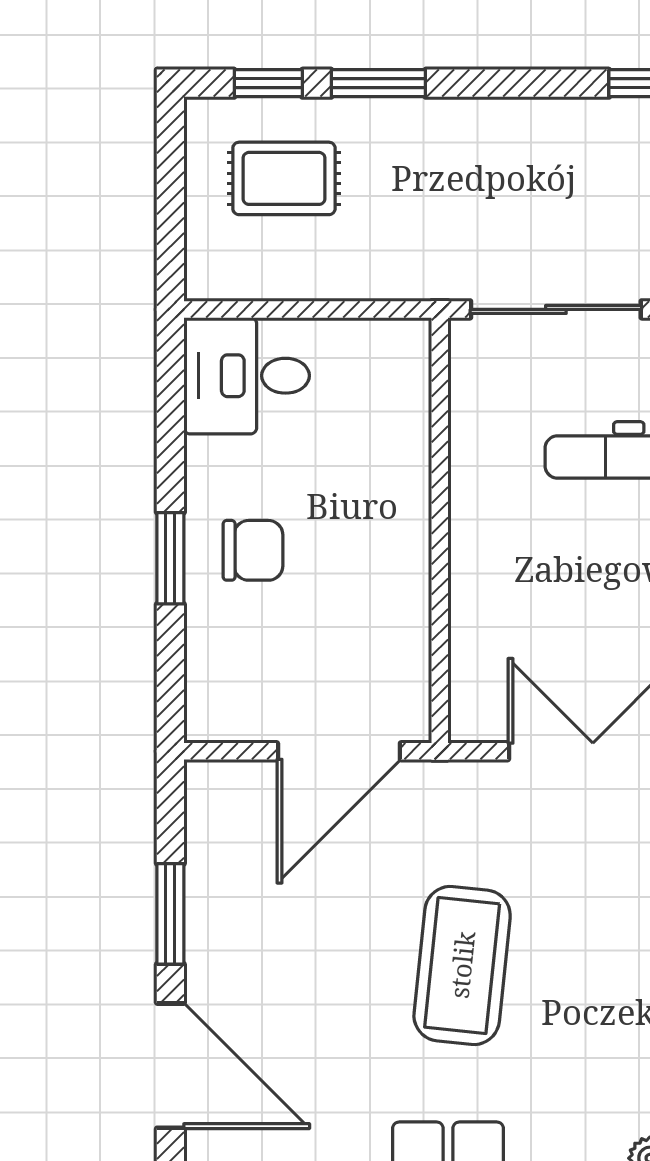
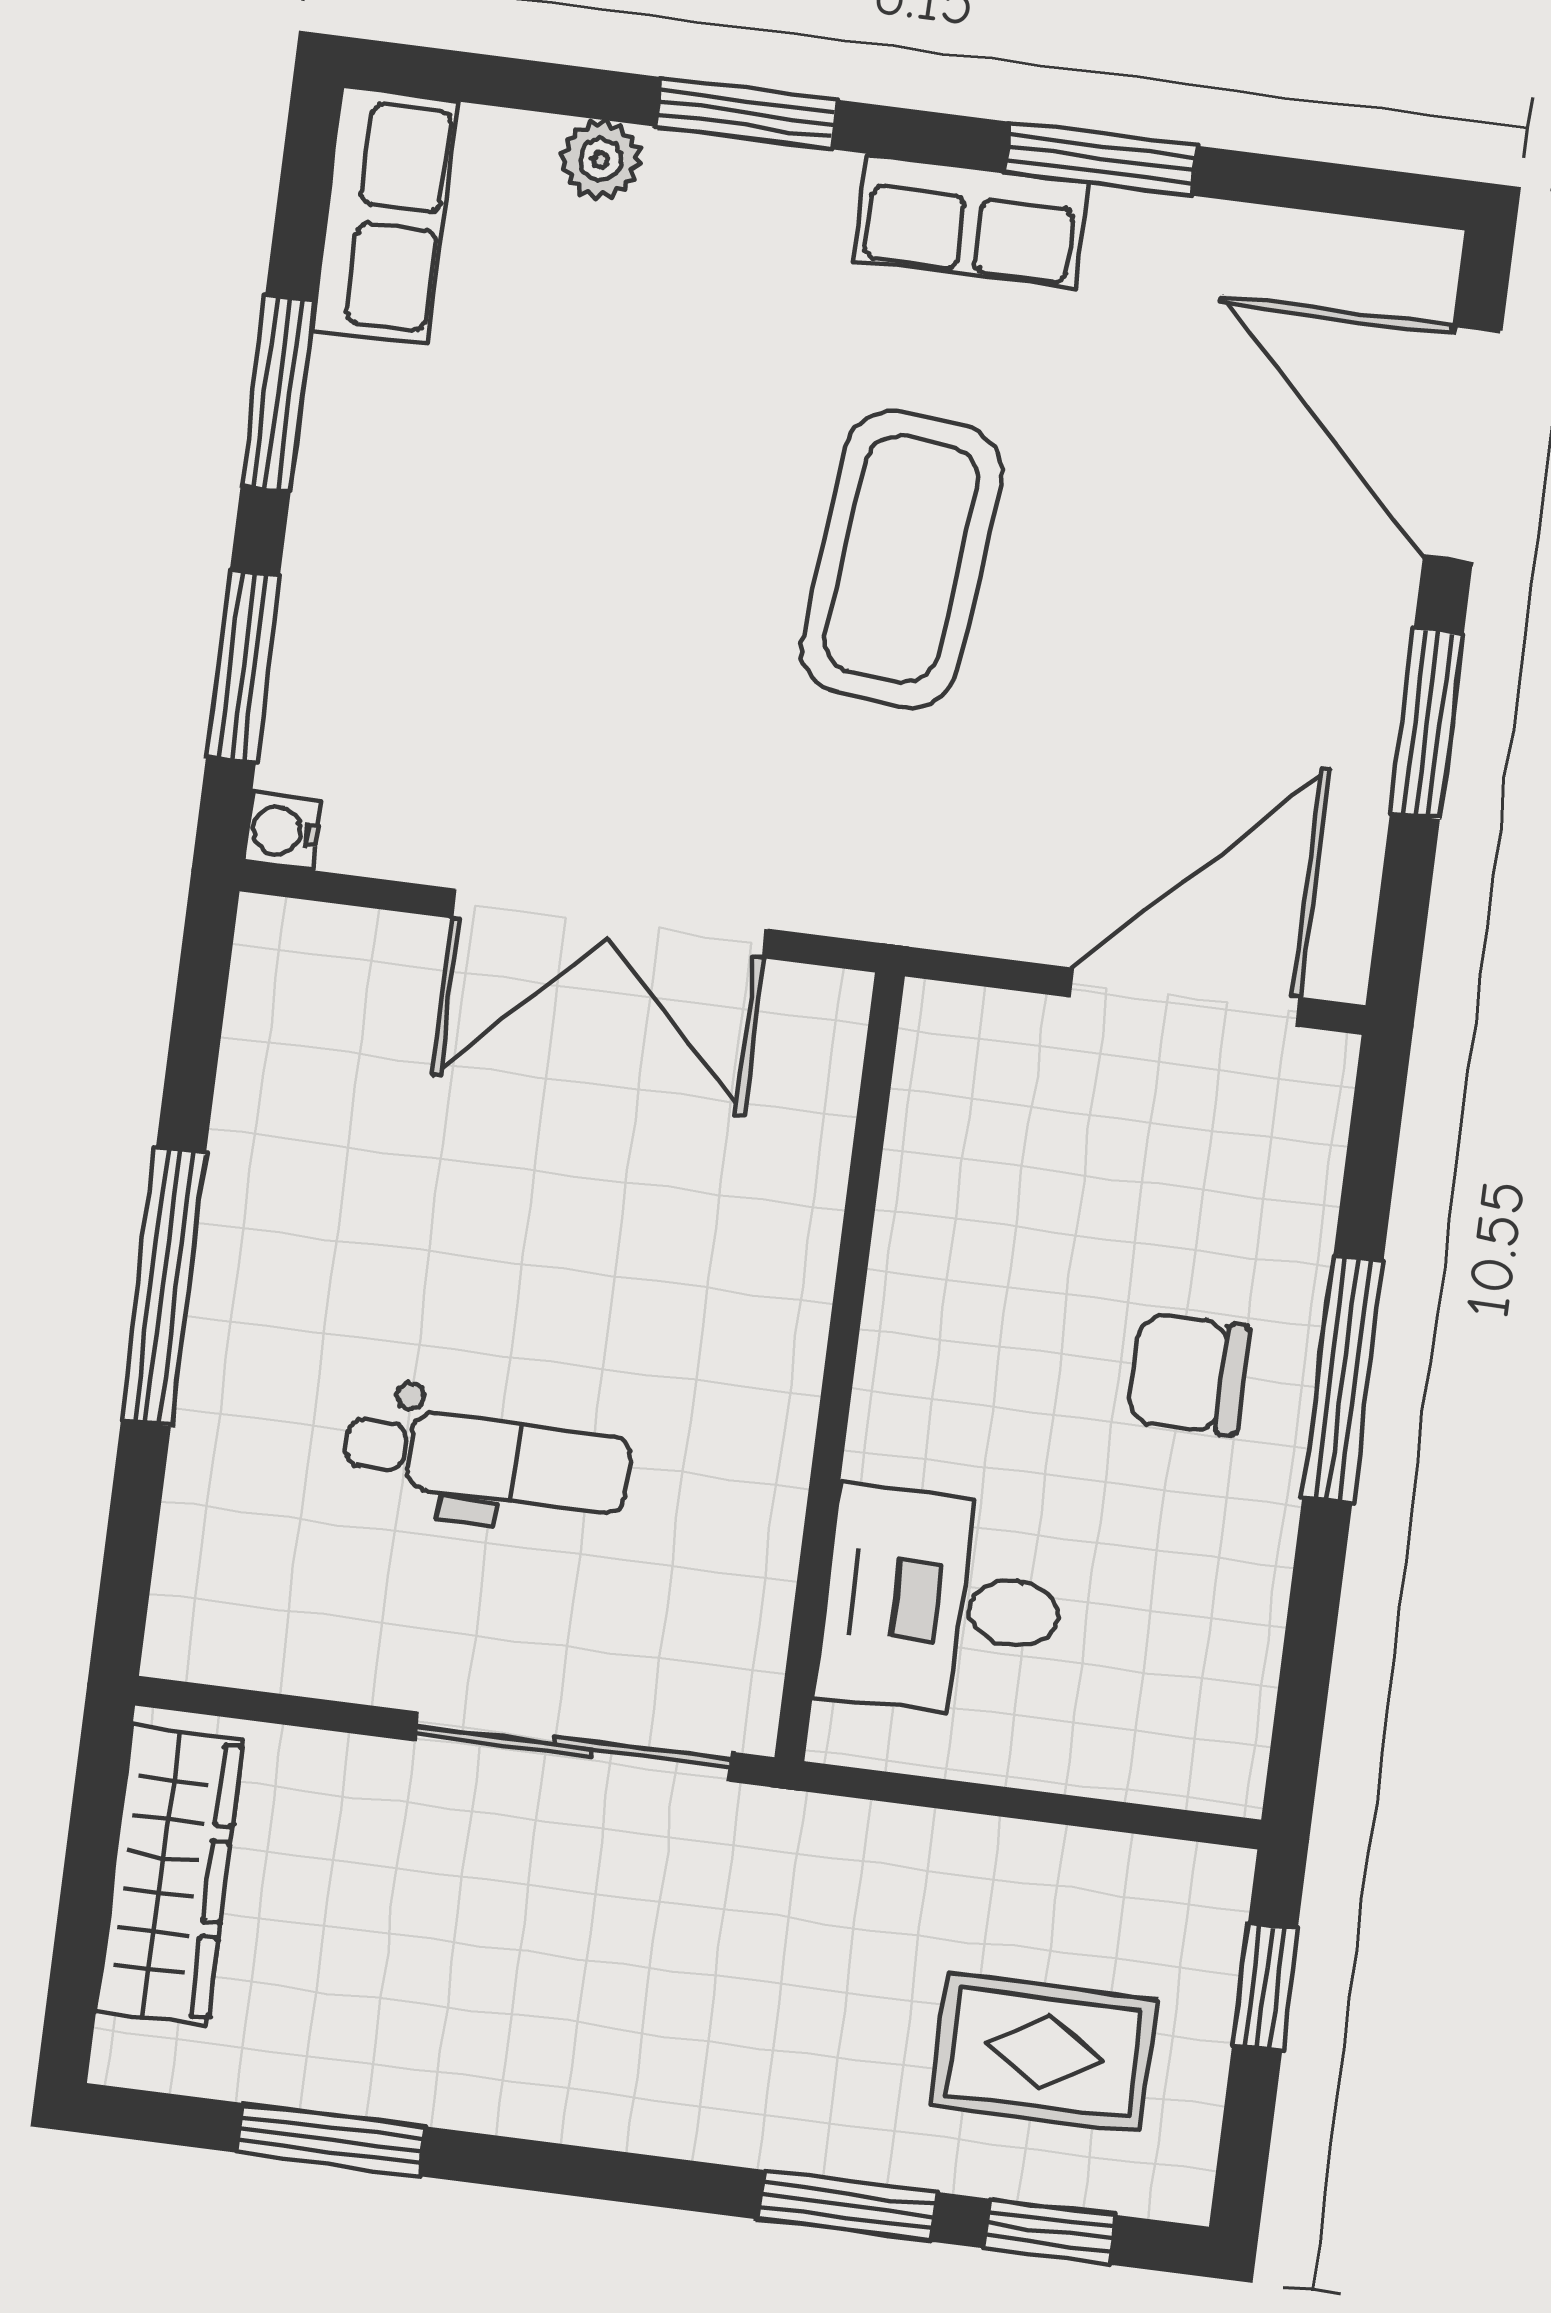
window: (170, 229) -> (1265, 1986), added
desk: (247, 376) -> (942, 1604), moved, turned 180
window: (170, 558) -> (1343, 1379), width x1.44
door: (339, 751) -> (1185, 997), moved

